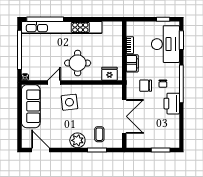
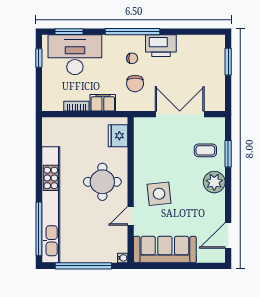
door: (54, 83) -> (131, 216), hinge flipped

